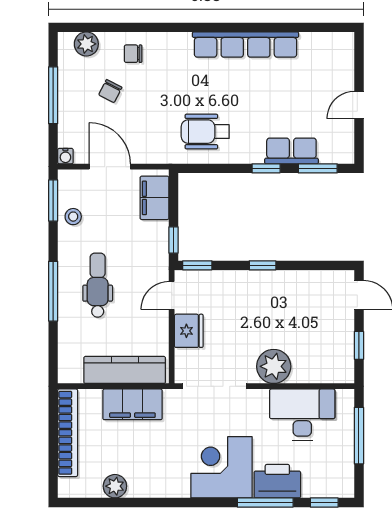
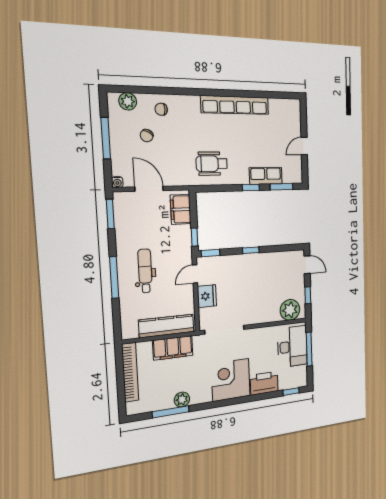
stool: (73, 217) -> (125, 225), removed
plant: (274, 366) -> (290, 310), moved
desk: (302, 415) -> (292, 346), moved, turned 90
plant: (115, 486) -> (182, 400), moved
window: (265, 503) -> (171, 412), moved

